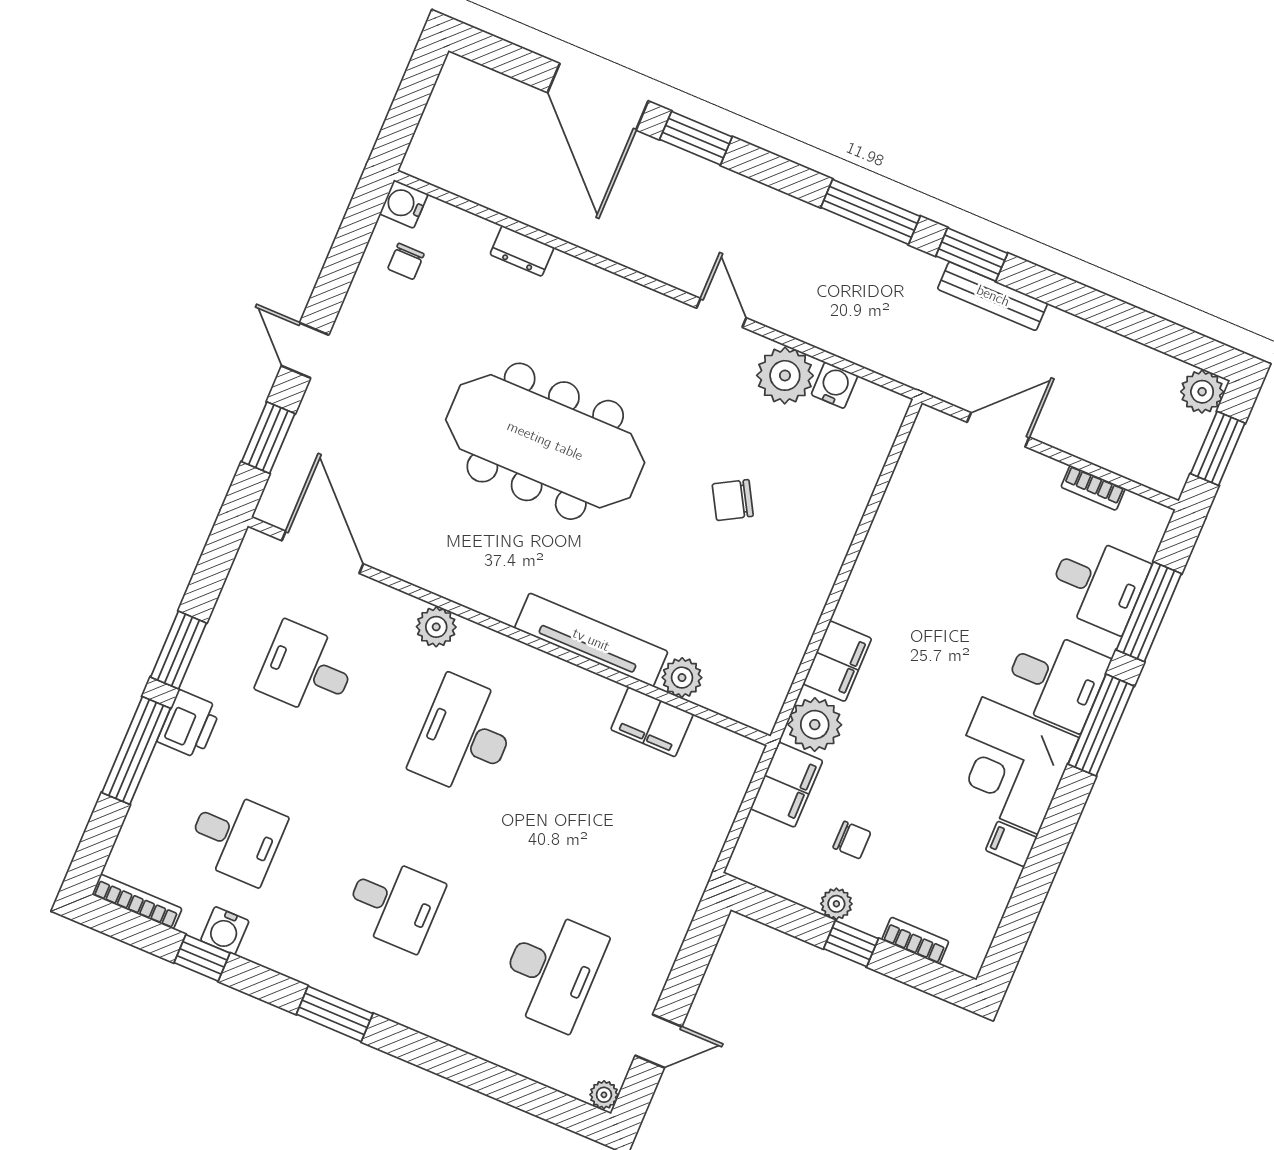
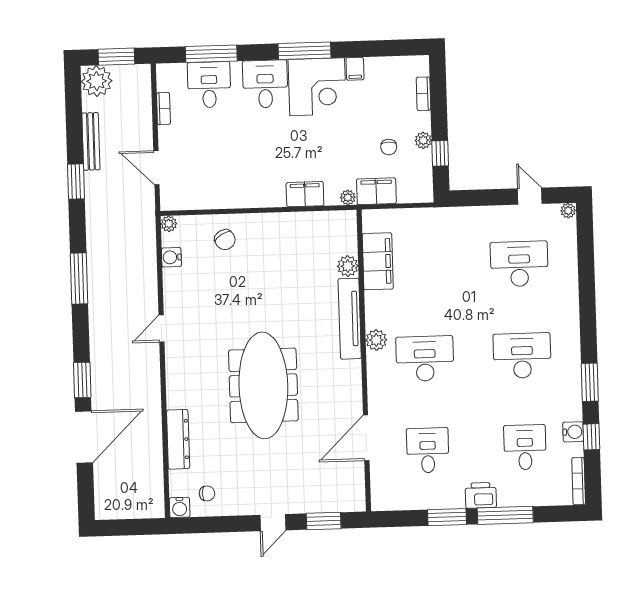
dresser: (522, 251) -> (178, 439), width x1.96, depth x1.24
window: (972, 255) -> (76, 182), moved
bench: (993, 296) -> (91, 141), moved
plant: (785, 375) -> (169, 224), moved, width x0.53, depth x0.53
plant: (1202, 392) -> (97, 81), width x1.36, depth x1.36
chair: (733, 500) -> (225, 240), moved
door: (322, 552) -> (366, 438), moved
plant: (436, 627) -> (376, 340), moved
desk: (307, 670) -> (428, 450), turned 180
filing cabinet: (652, 722) -> (378, 261), width x1.50, depth x1.17
plant: (815, 725) -> (348, 197), width x0.53, depth x0.53
window: (1101, 725) -> (305, 51), moved
desk: (465, 736) -> (425, 359), turned 180
chair: (852, 840) -> (389, 147), turned 180
desk: (394, 904) -> (522, 356), width x1.37
window: (851, 944) -> (440, 153), moved
window: (335, 1014) -> (590, 382), moved

